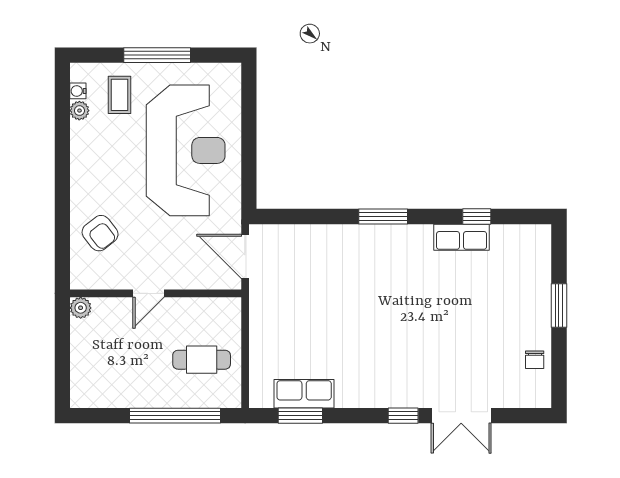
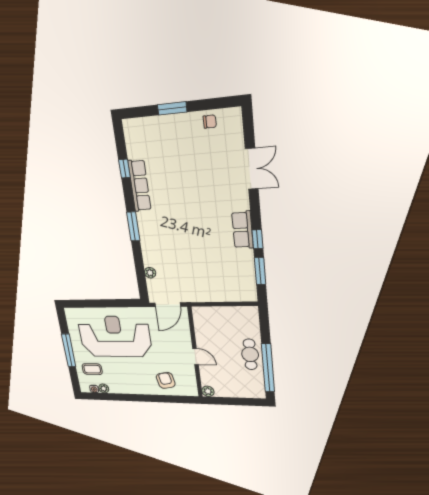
armchair: (100, 233) -> (166, 380), turned -64
plant: (303, 234) -> (150, 273), added
row of seats: (462, 237) -> (139, 186), width x1.48
cafe table: (202, 360) -> (250, 354), moved
row of seats: (304, 394) -> (242, 230), moved
window: (175, 416) -> (268, 368), moved
window: (403, 416) -> (257, 239), moved

